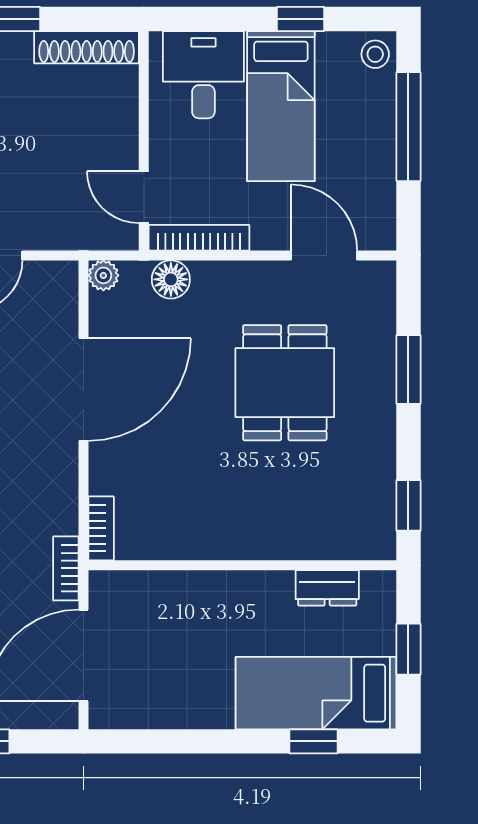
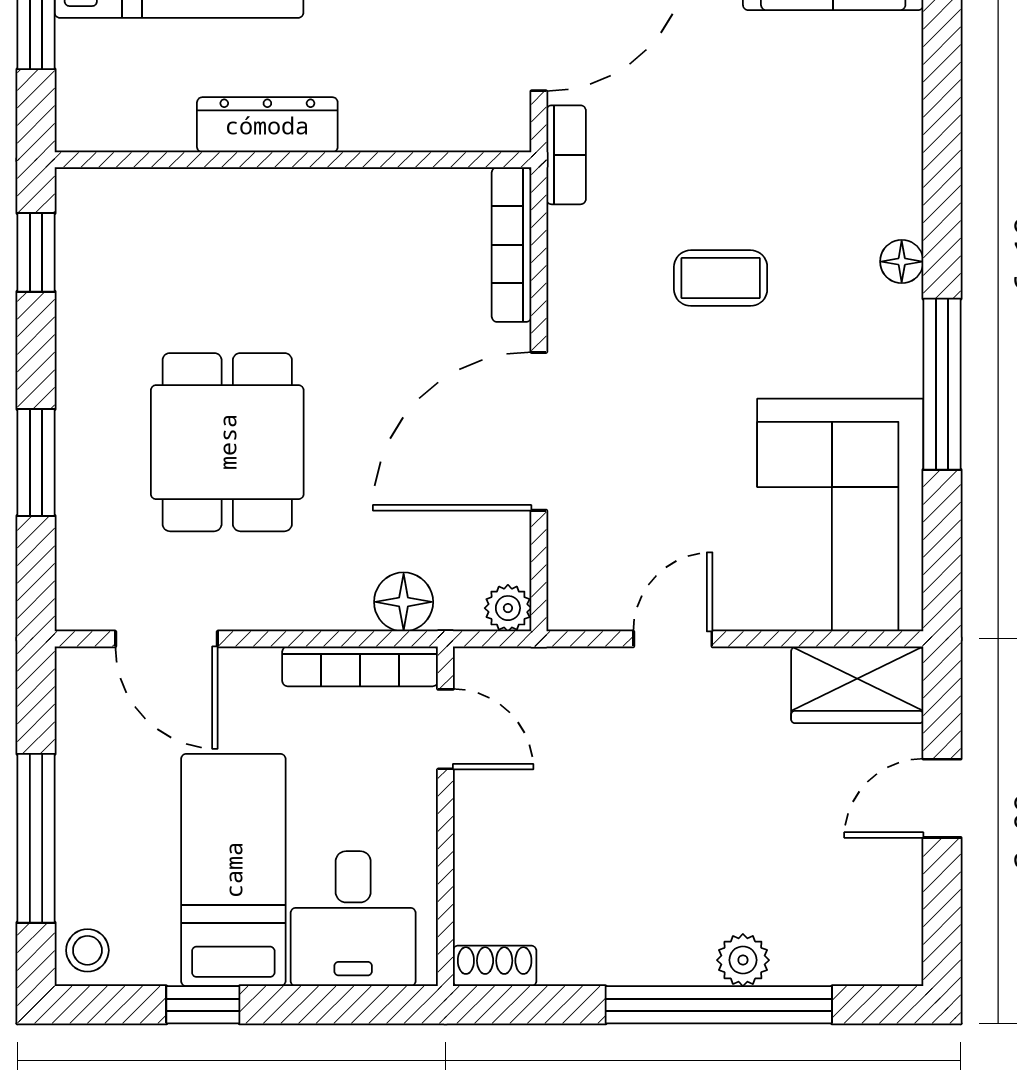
shoe rack: (87, 47) -> (495, 966), width x0.51, depth x0.81
bookcase: (101, 528) -> (512, 245), width x1.56
dresser: (327, 588) -> (267, 125), moved, width x1.44

